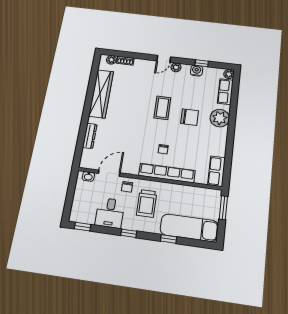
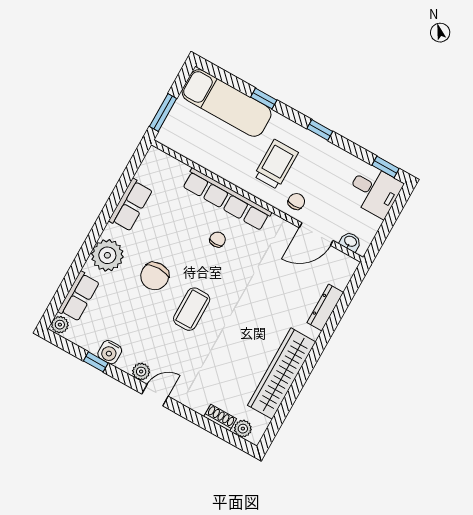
chair: (189, 117) -> (155, 276), turned -90
row of seats: (217, 171) -> (131, 205), moved
desk: (110, 213) -> (375, 191), moved, turned 90

